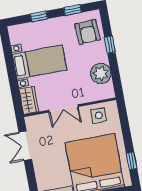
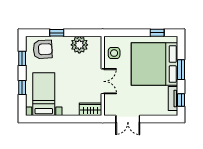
bed with nightstands: (40, 62) -> (44, 94), moved

